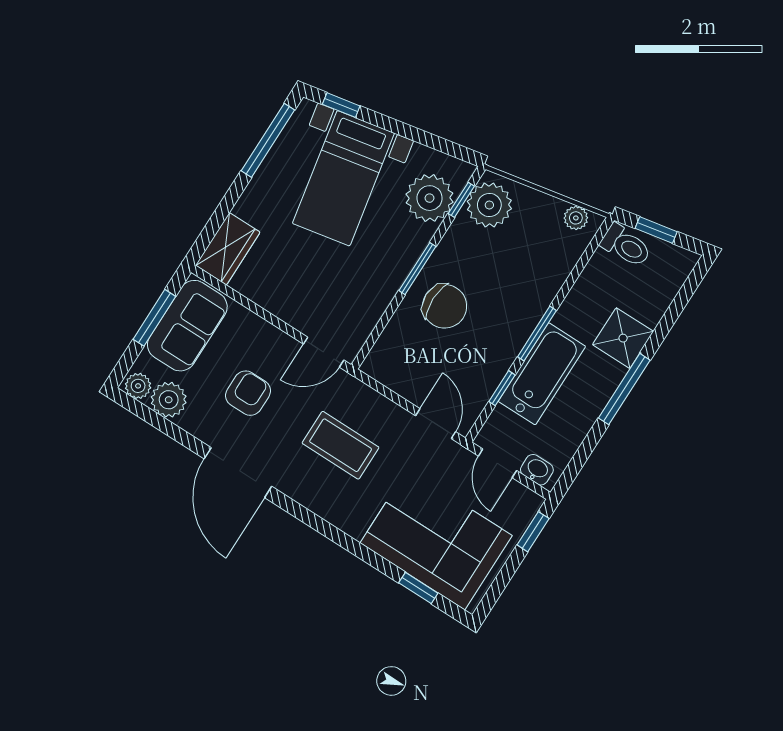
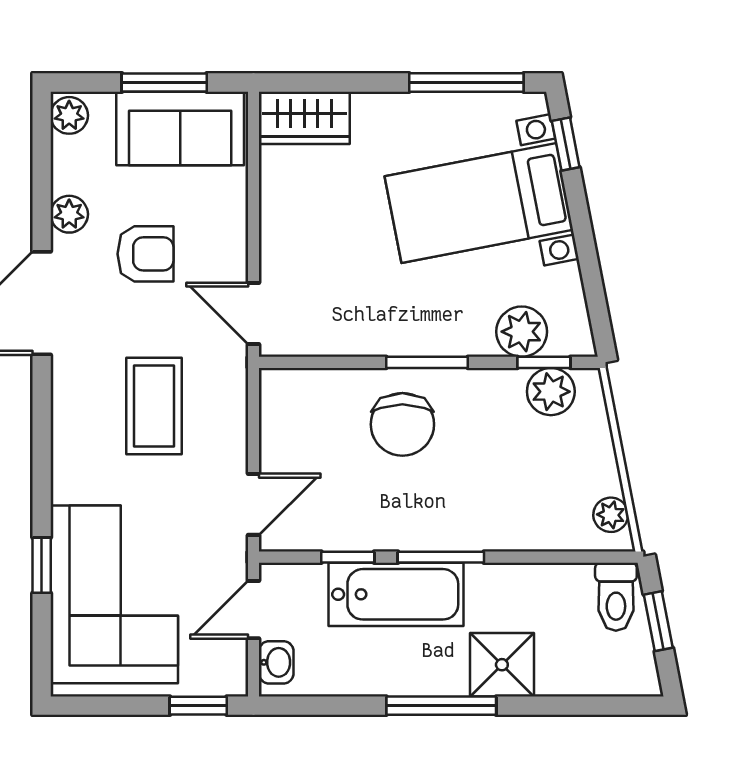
plant: (430, 198) -> (522, 332), width x0.73, depth x0.73
plant: (489, 205) -> (551, 392), width x0.73, depth x0.73
plant: (169, 400) -> (69, 214), moved, width x0.73, depth x0.73
window: (418, 588) -> (42, 565), moved

